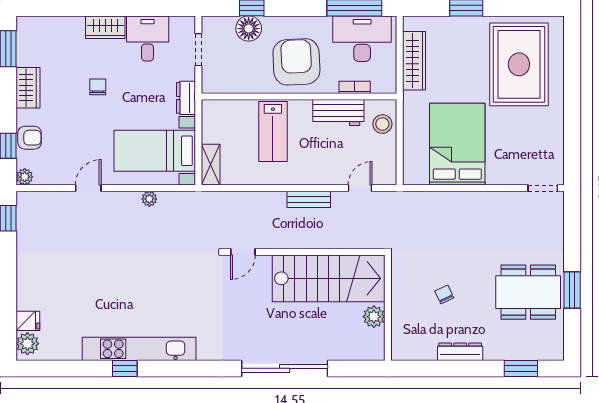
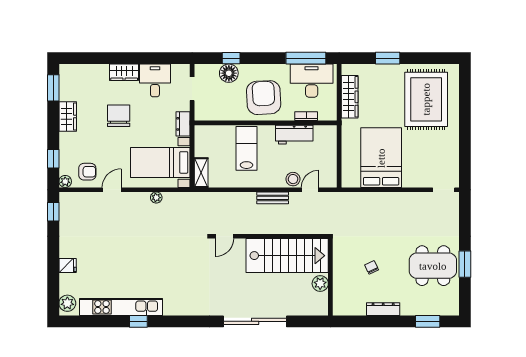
chair: (98, 87) -> (119, 116), width x1.87, depth x1.87
stool: (382, 124) -> (293, 179), moved
lab bench: (273, 131) -> (246, 148), turned 180
armchair: (30, 138) -> (87, 172), moved
fridge: (28, 321) -> (68, 266), moved
kitchen unit: (139, 349) -> (121, 307), moved

